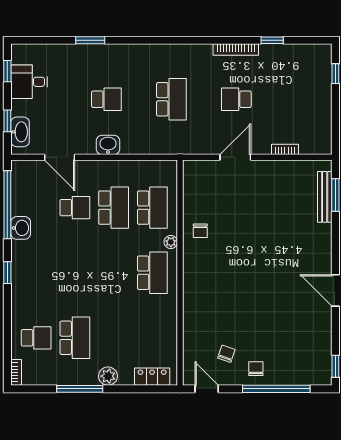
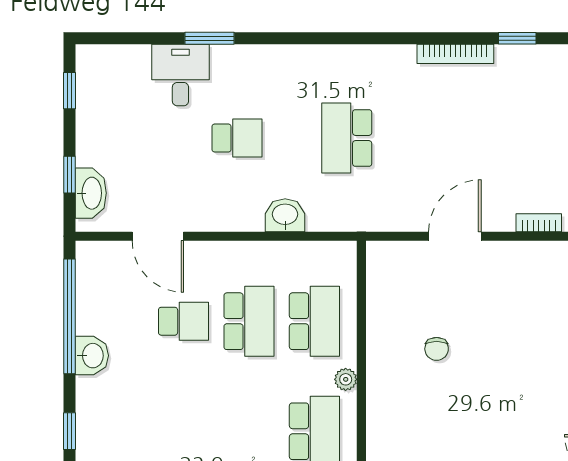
desk: (29, 82) -> (180, 75), moved, turned 90
school desk: (171, 99) -> (347, 138), turned 180
school desk: (236, 99) -> (456, 138), removed
washbasin: (108, 145) -> (285, 215), moved
chair: (200, 231) -> (437, 349), moved

